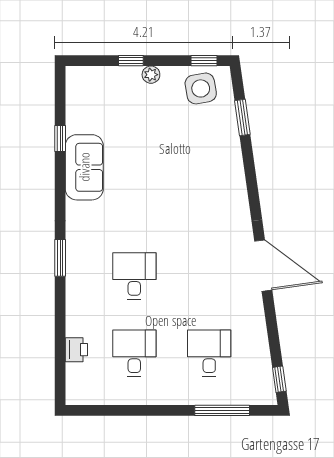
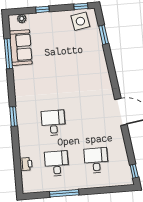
plant: (151, 75) -> (22, 19), moved
window: (60, 139) -> (8, 54), width x2.17
sofa: (84, 167) -> (21, 48), moved
window: (222, 410) -> (64, 193), moved

